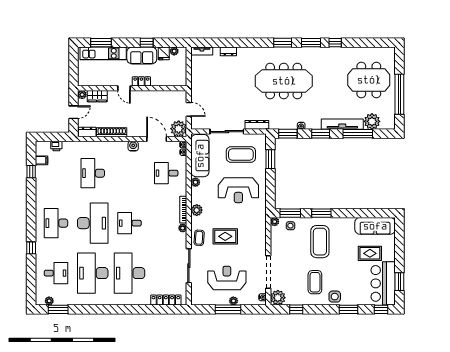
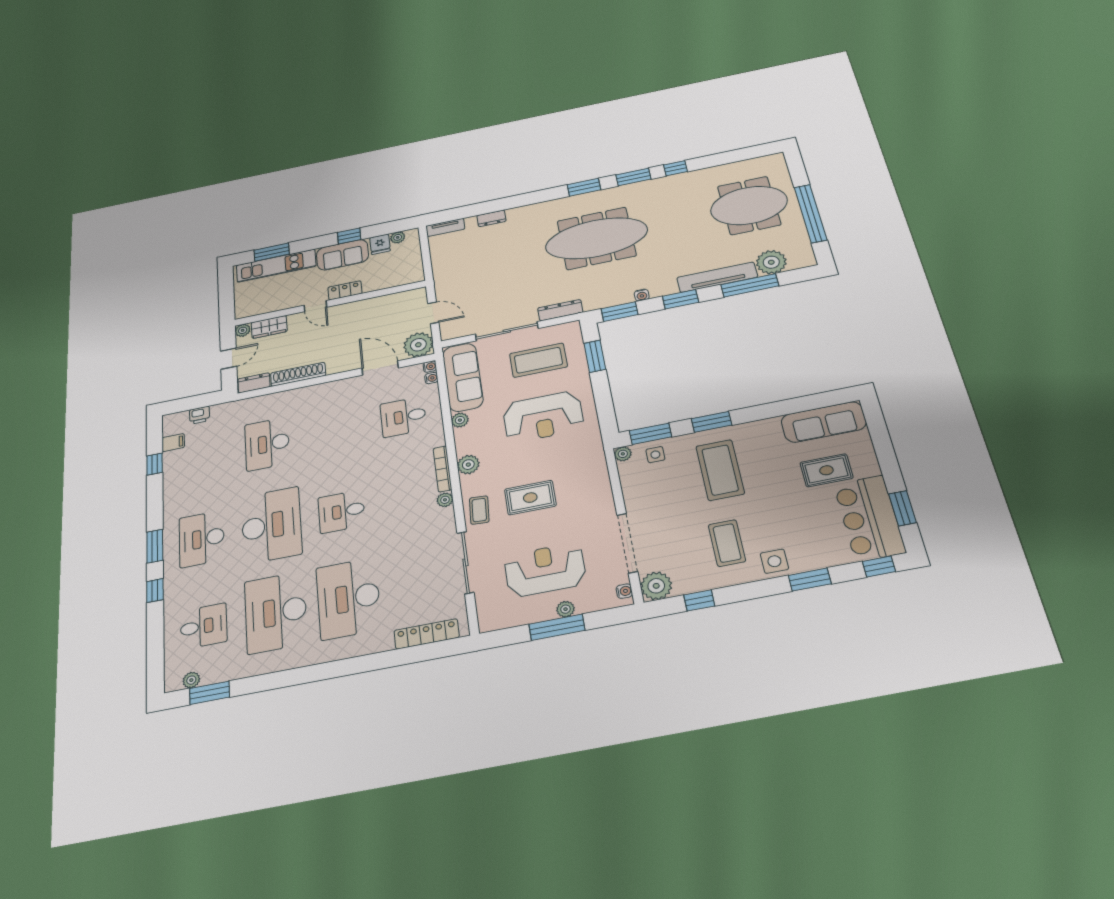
water cooler: (133, 146) -> (338, 387), removed
window: (31, 222) -> (155, 546), added

